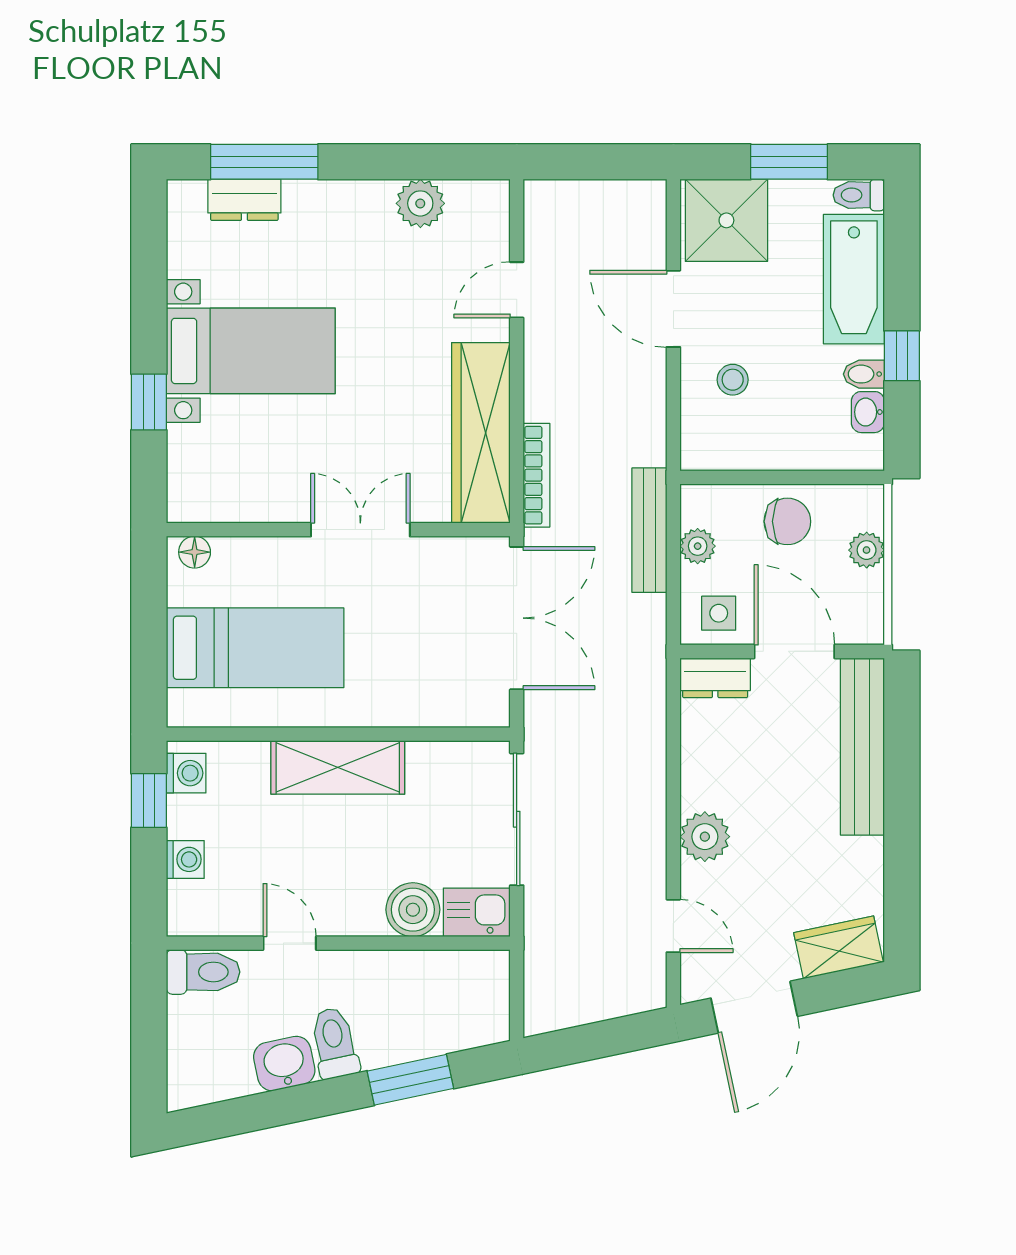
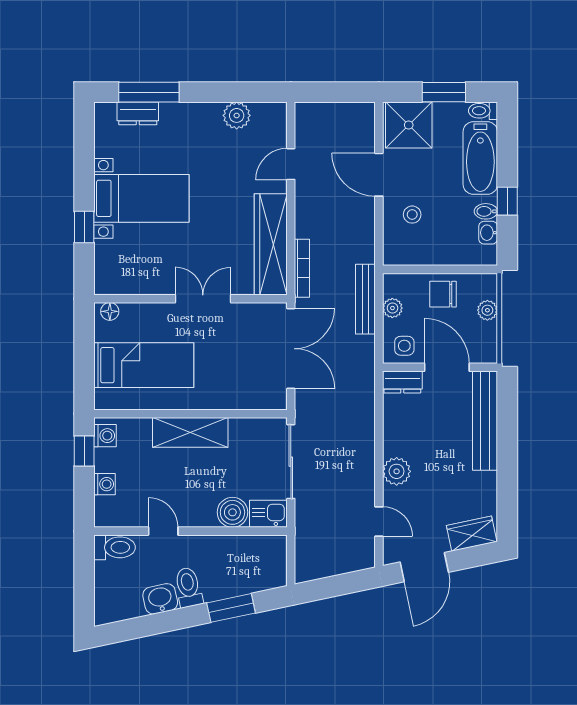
chair: (787, 521) -> (443, 294), turned 180

